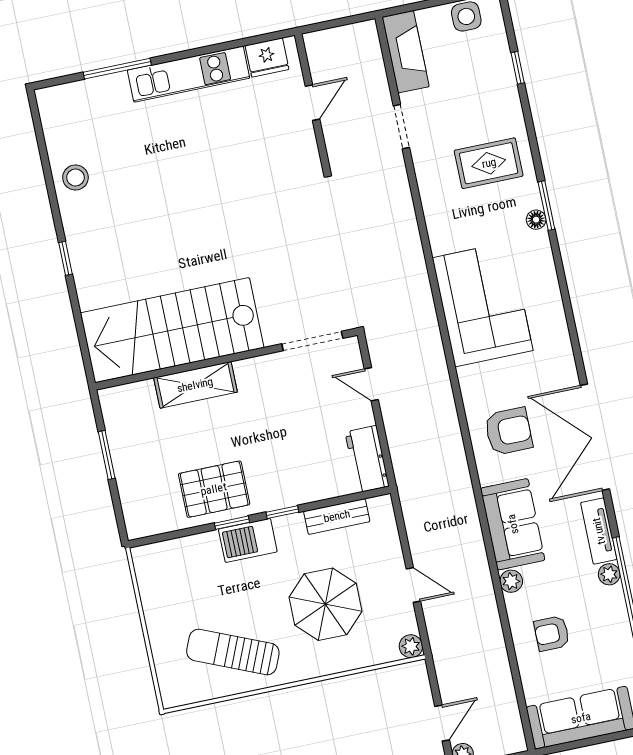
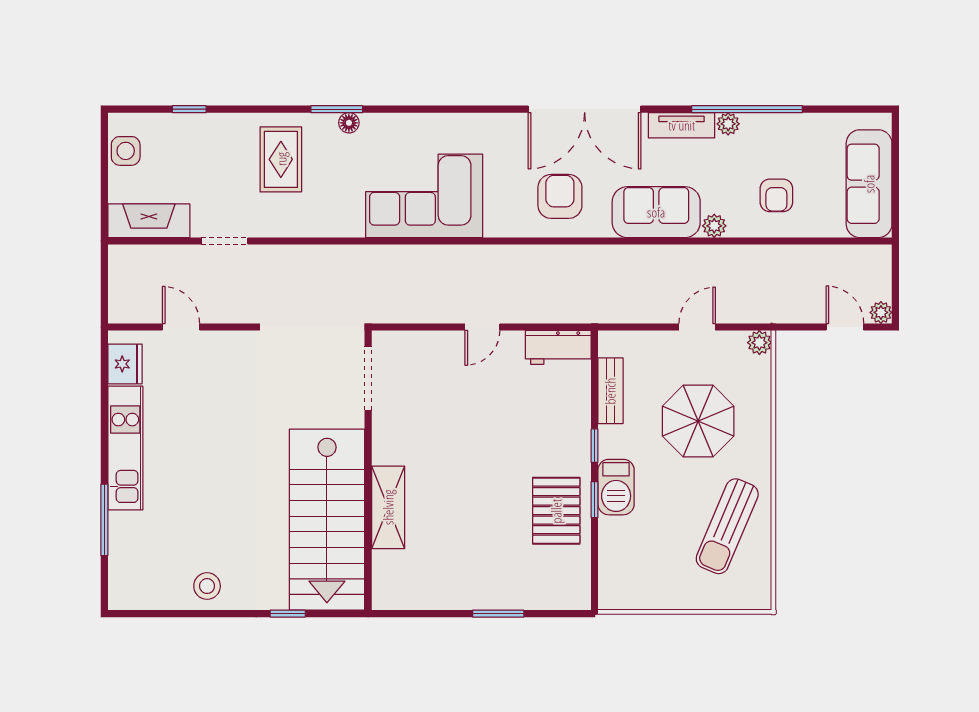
stairs: (172, 330) -> (327, 520), moved
doorway: (312, 341) -> (368, 378), moved
wall: (226, 359) -> (368, 470), moved
shelving: (195, 385) -> (388, 507), moved

